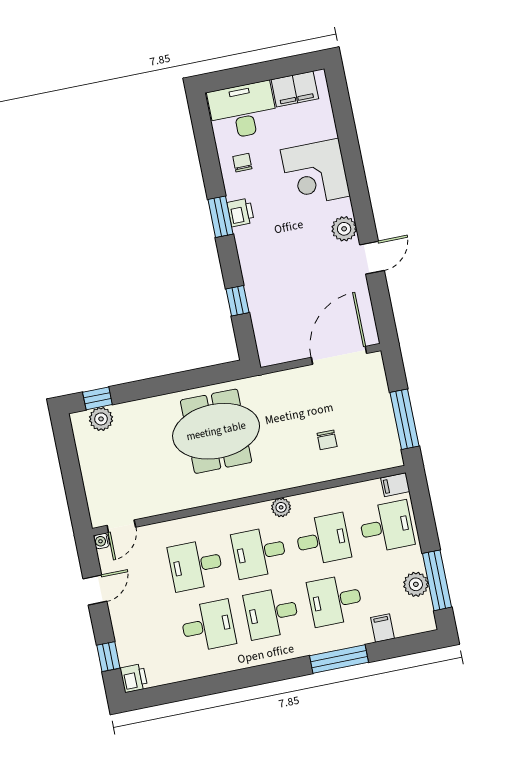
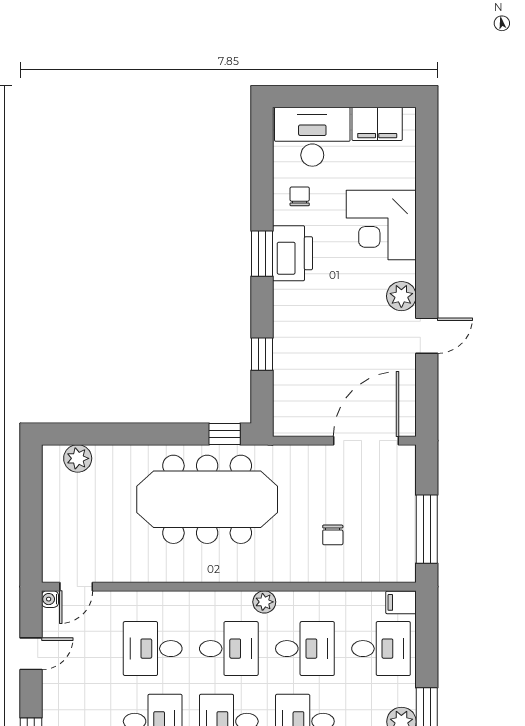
printer: (241, 212) -> (293, 253), width x1.87, depth x1.48
window: (97, 398) -> (225, 434), moved
meeting table: (216, 431) -> (207, 499), width x1.36
desk: (259, 552) -> (229, 649), turned 180

